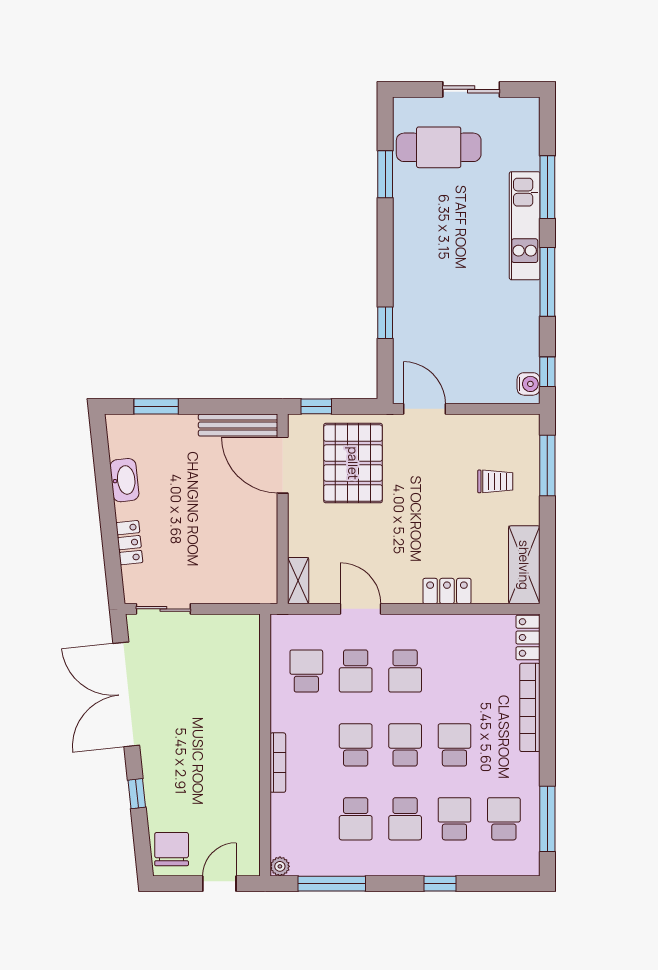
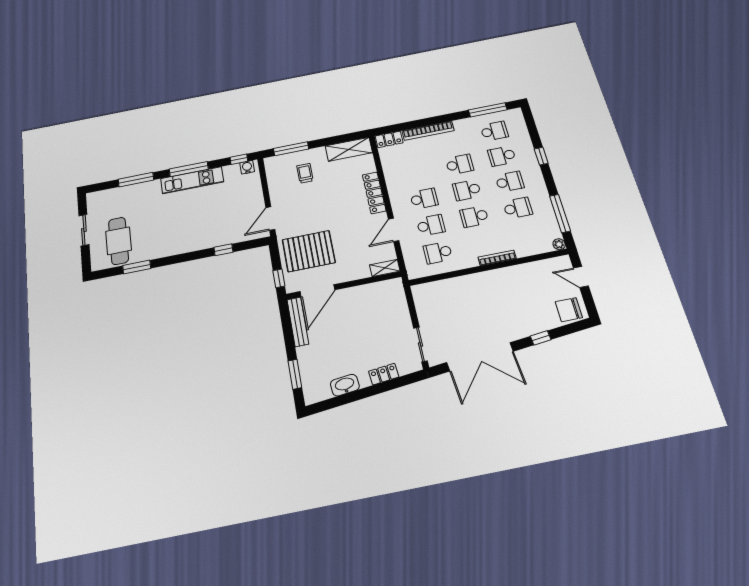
kitchen unit: (525, 226) -> (192, 180), moved
locker: (447, 591) -> (374, 193), width x1.53
school desk: (454, 745) -> (460, 164), turned 180
school desk: (504, 819) -> (494, 131), turned 180

